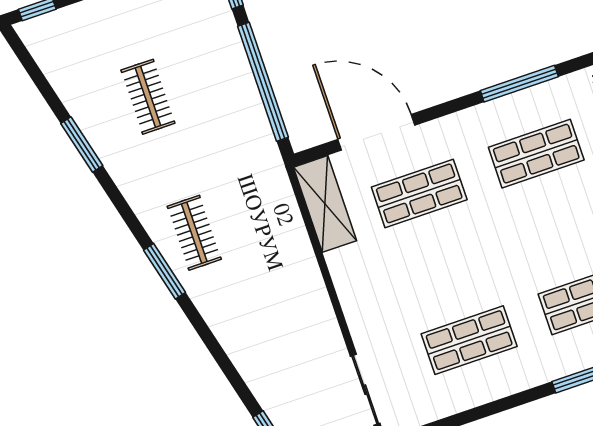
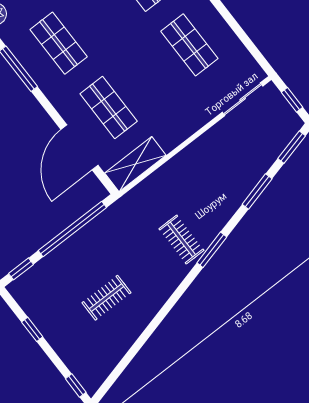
window: (82, 144) -> (257, 192), moved
clothes rail: (194, 233) -> (181, 240), turned 90

